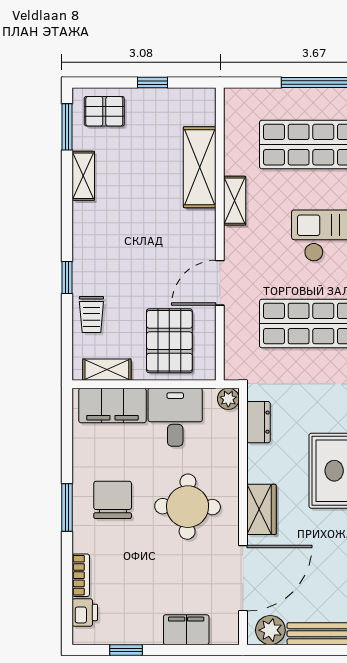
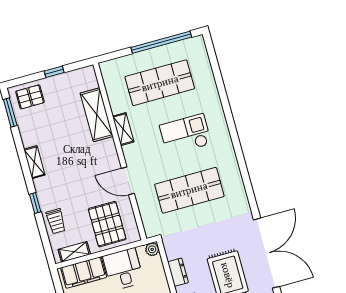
shelving: (83, 176) -> (34, 162), moved
door: (220, 283) -> (128, 181), hinge flipped
dresser: (258, 422) -> (178, 272), moved

